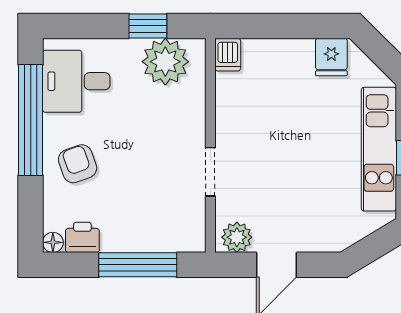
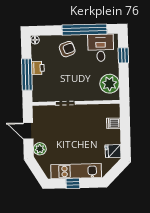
window: (148, 26) -> (123, 55), moved
dishwasher: (228, 55) -> (113, 123), moved
printer: (82, 237) -> (38, 68), moved
plant: (237, 237) -> (40, 149), moved

